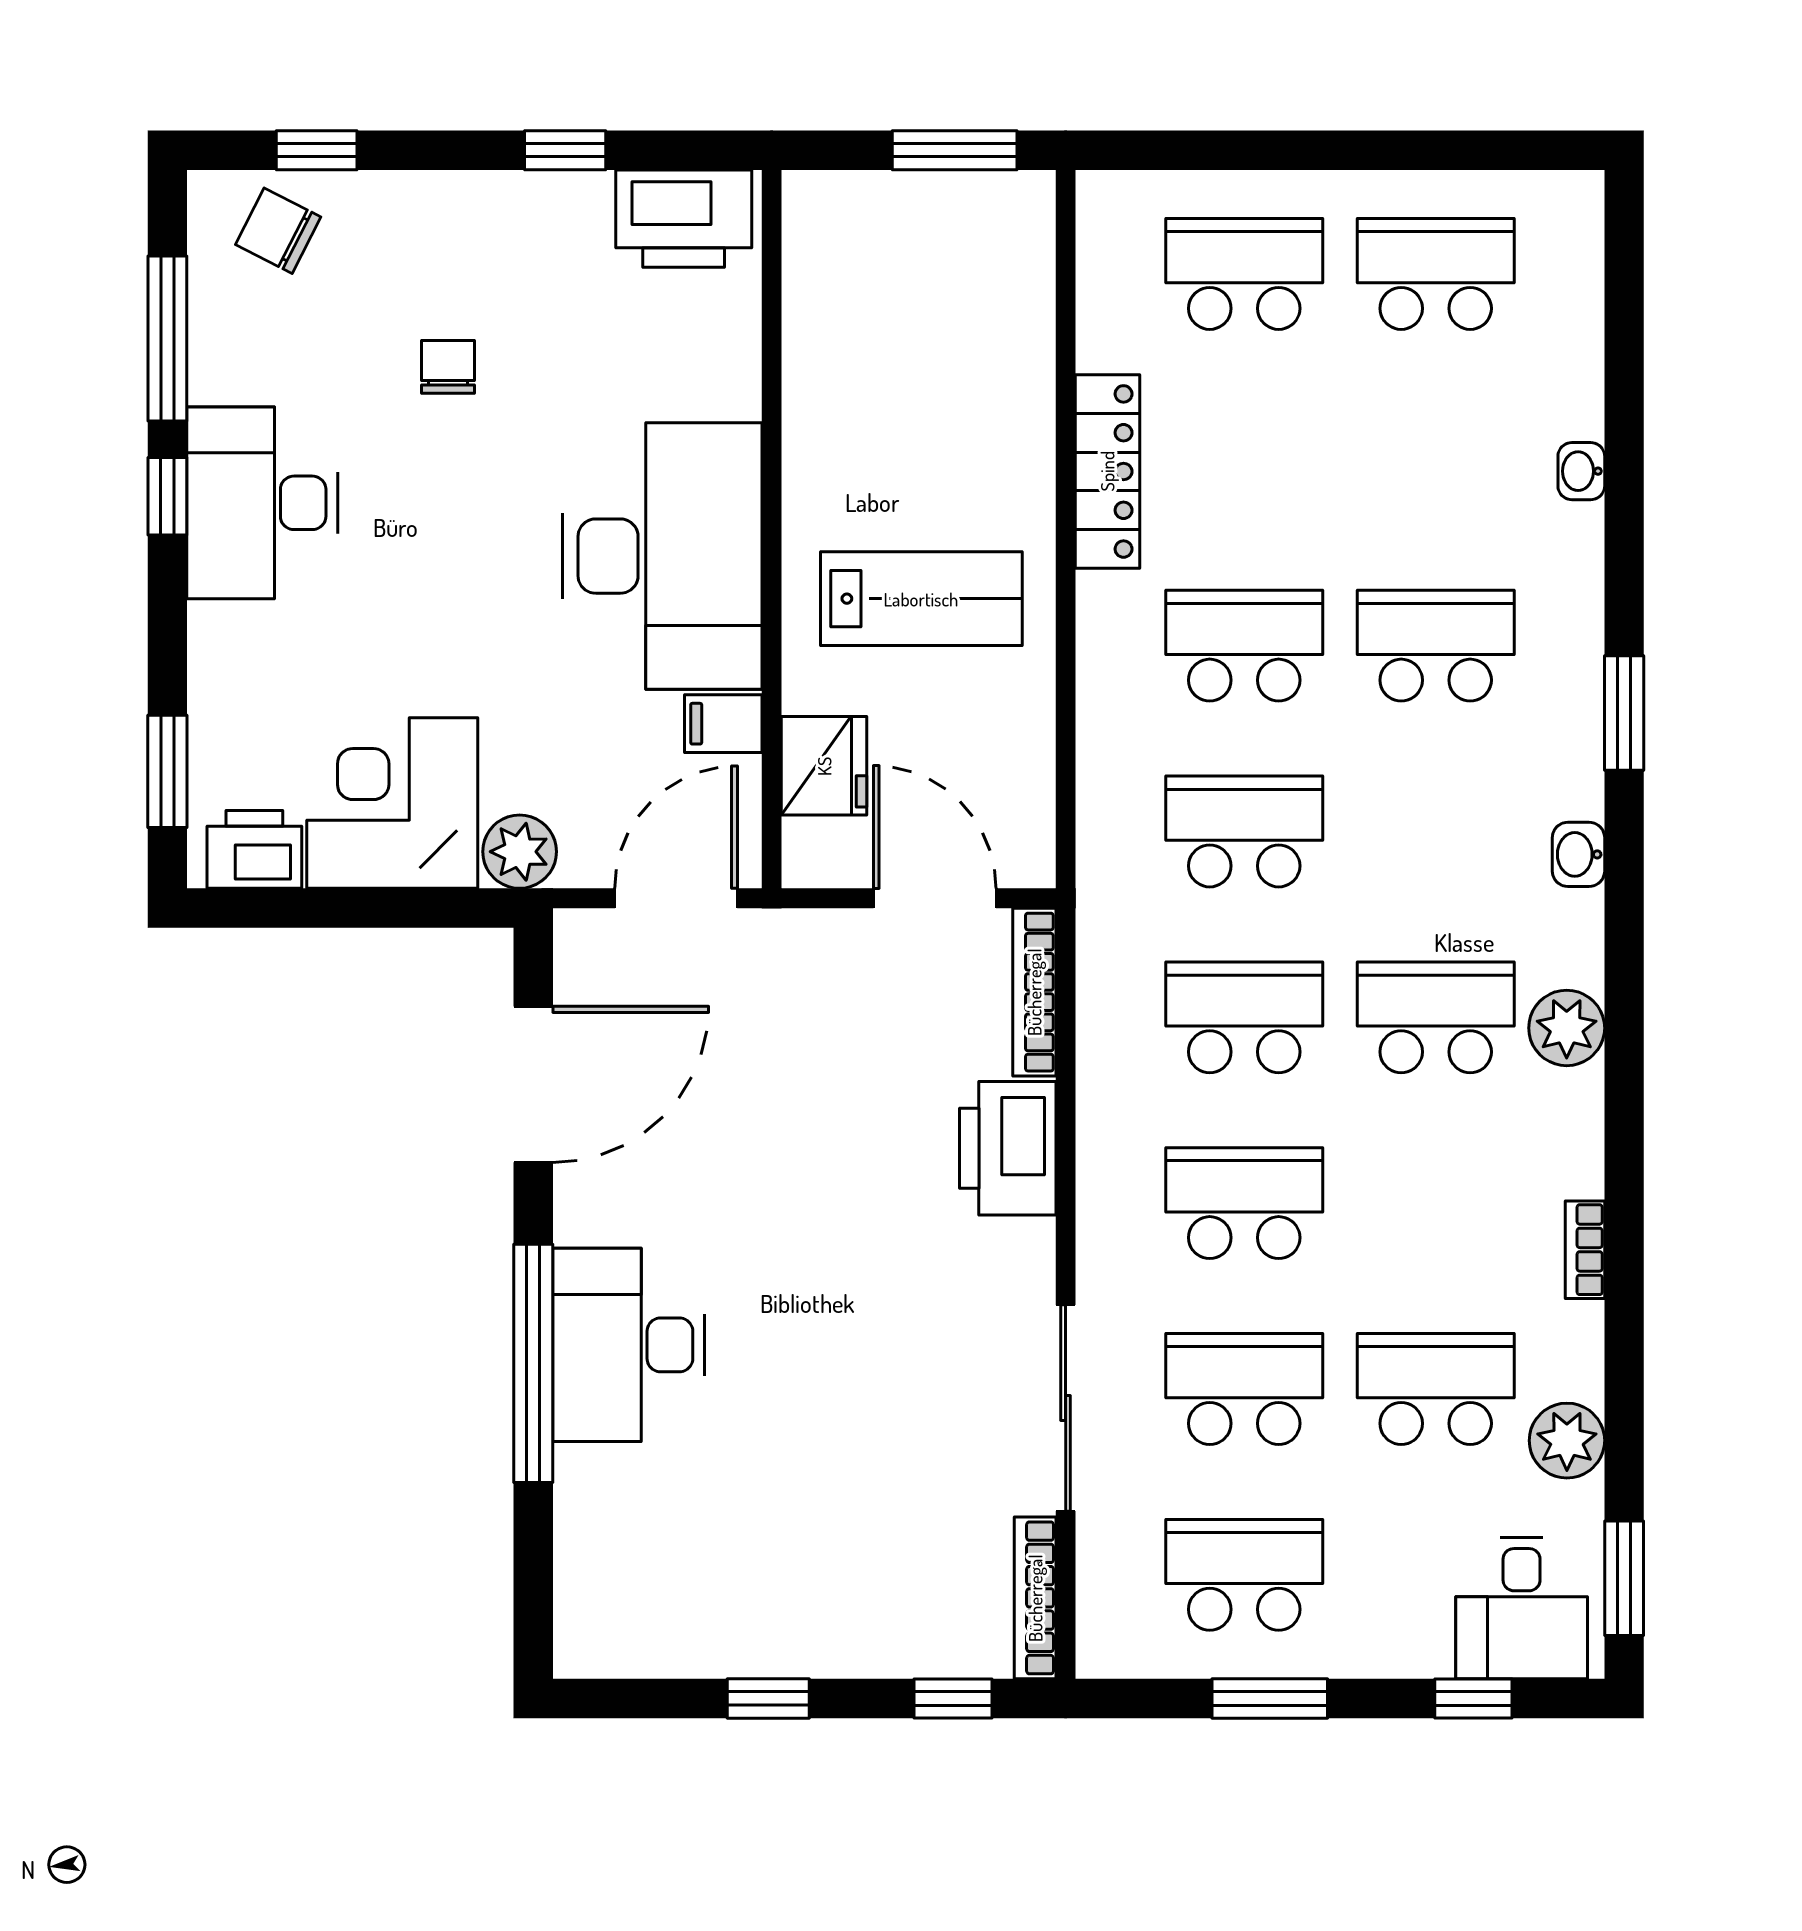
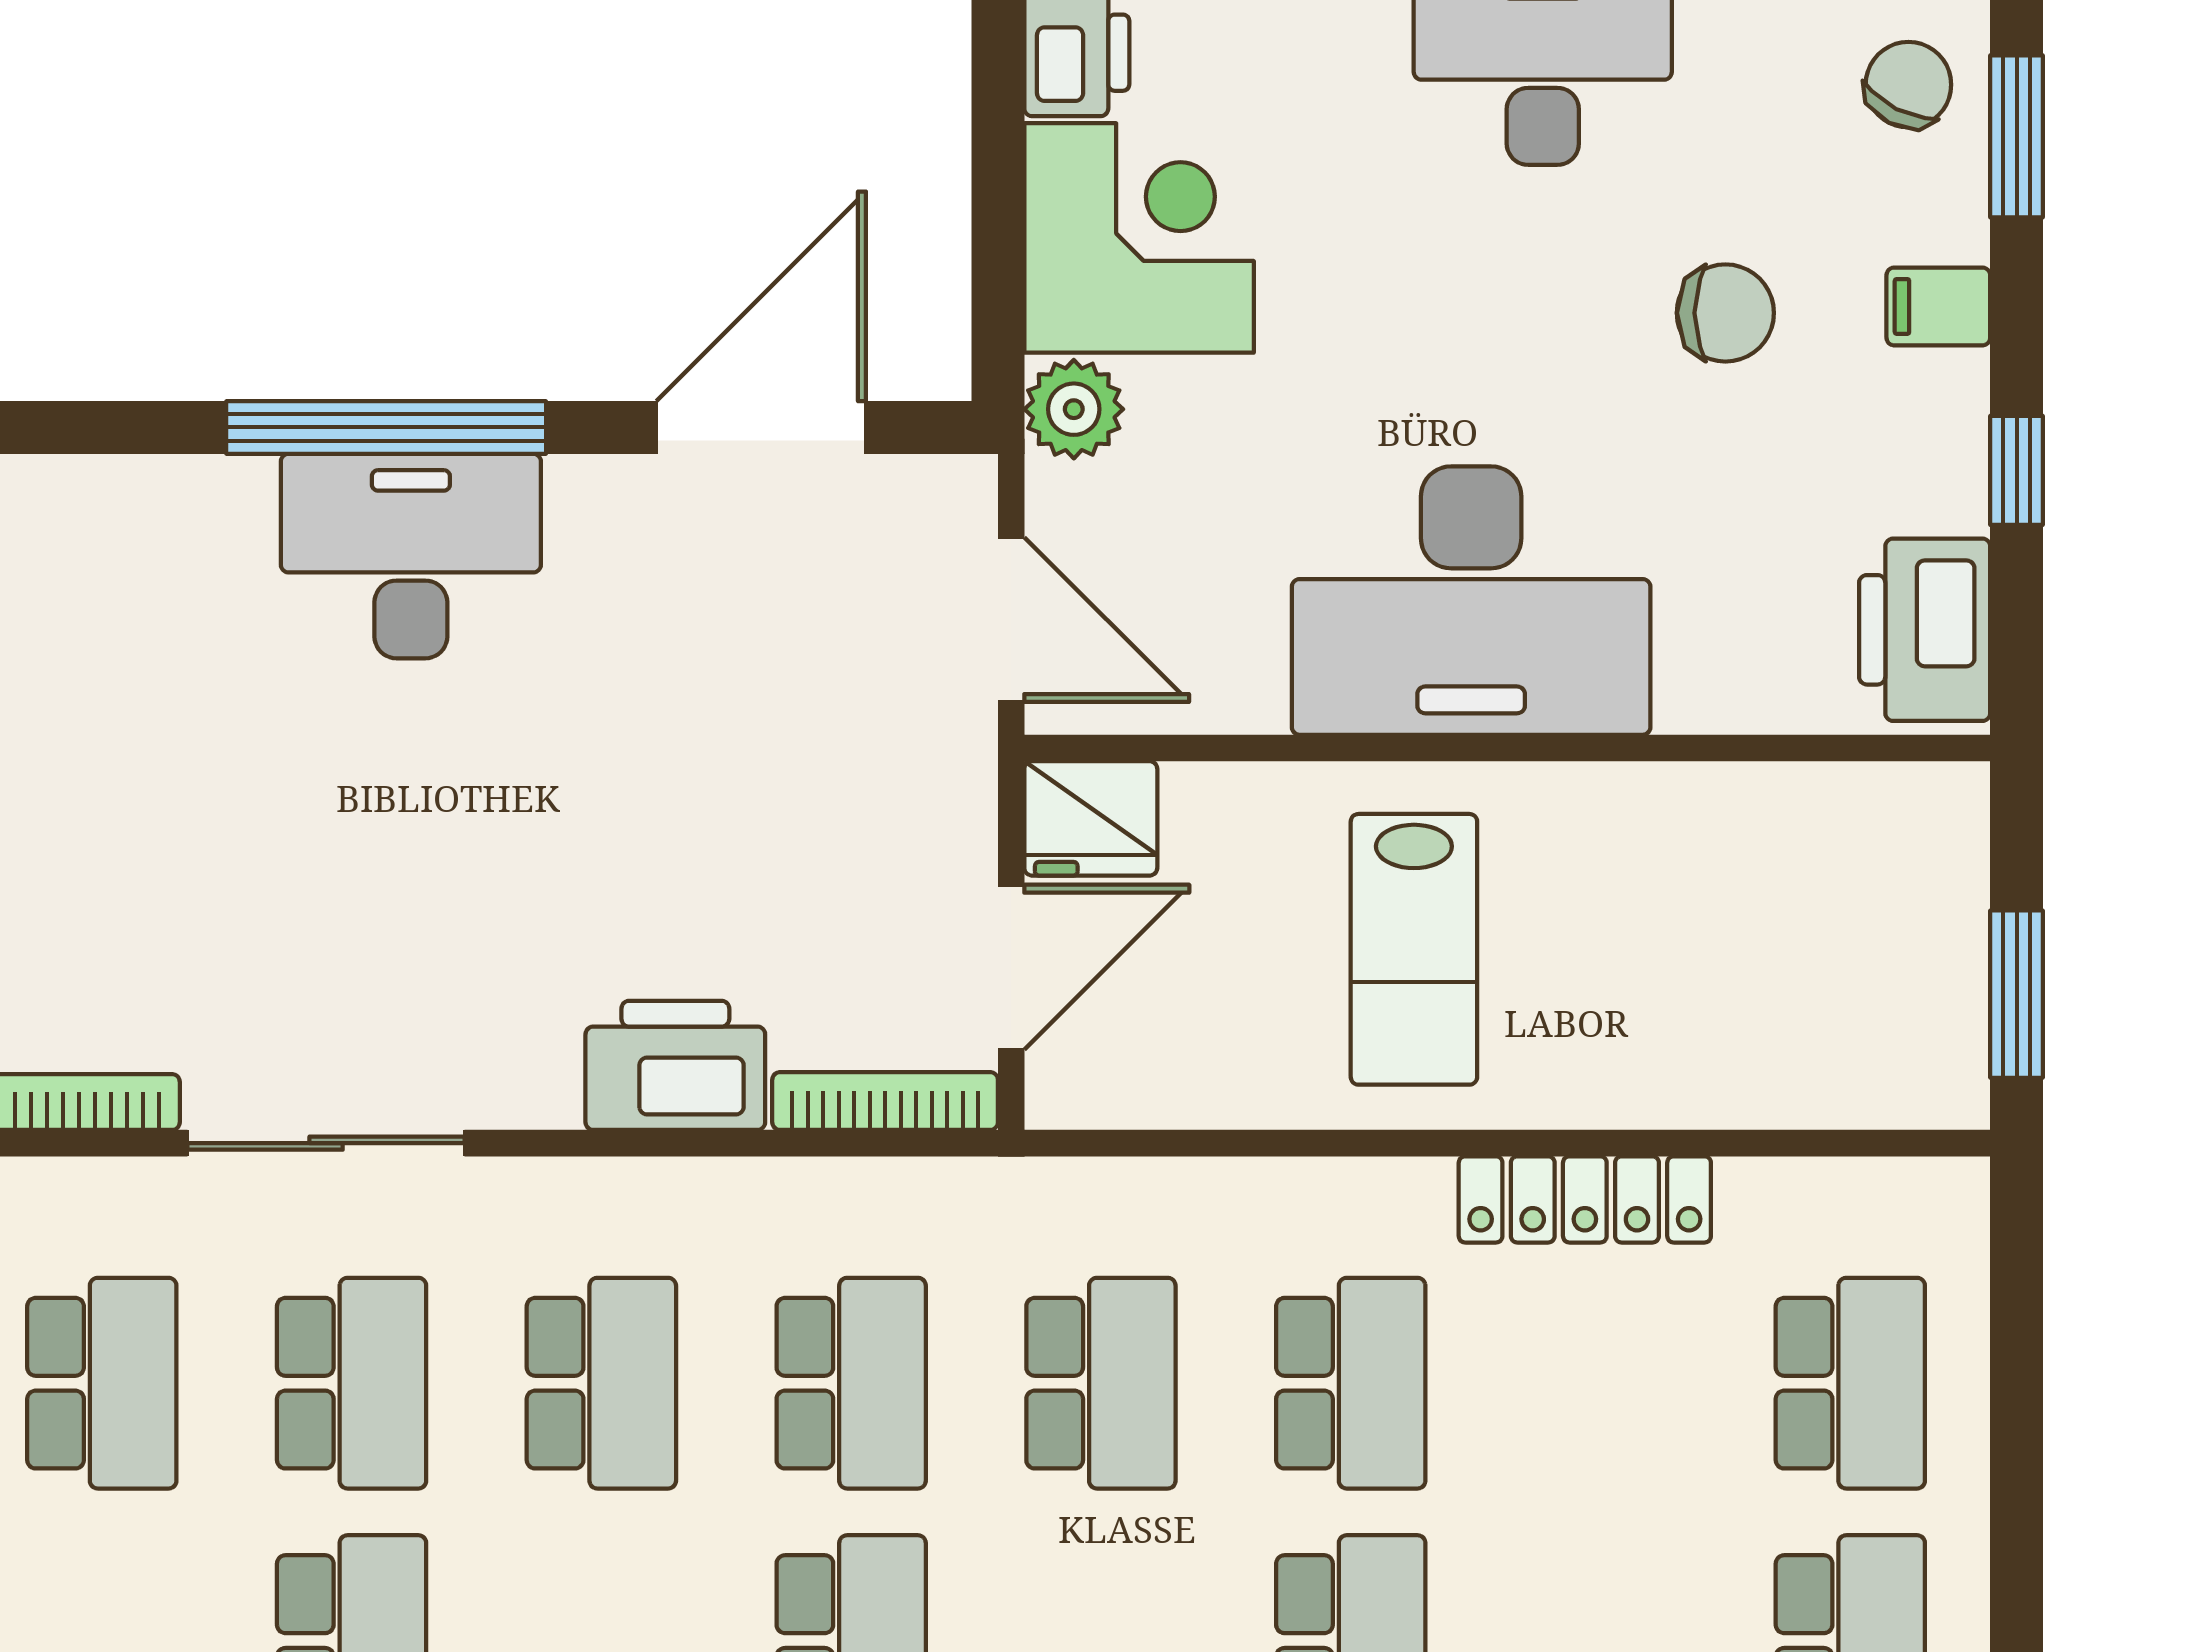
window: (317, 150) -> (2017, 136), width x1.50
chair: (448, 367) -> (1725, 313), width x1.37, depth x1.37
filing cabinet: (723, 724) -> (1938, 306), moved, turned -90
fridge: (824, 766) -> (1091, 818), moved
door: (533, 1084) -> (761, 427), swing flipped

